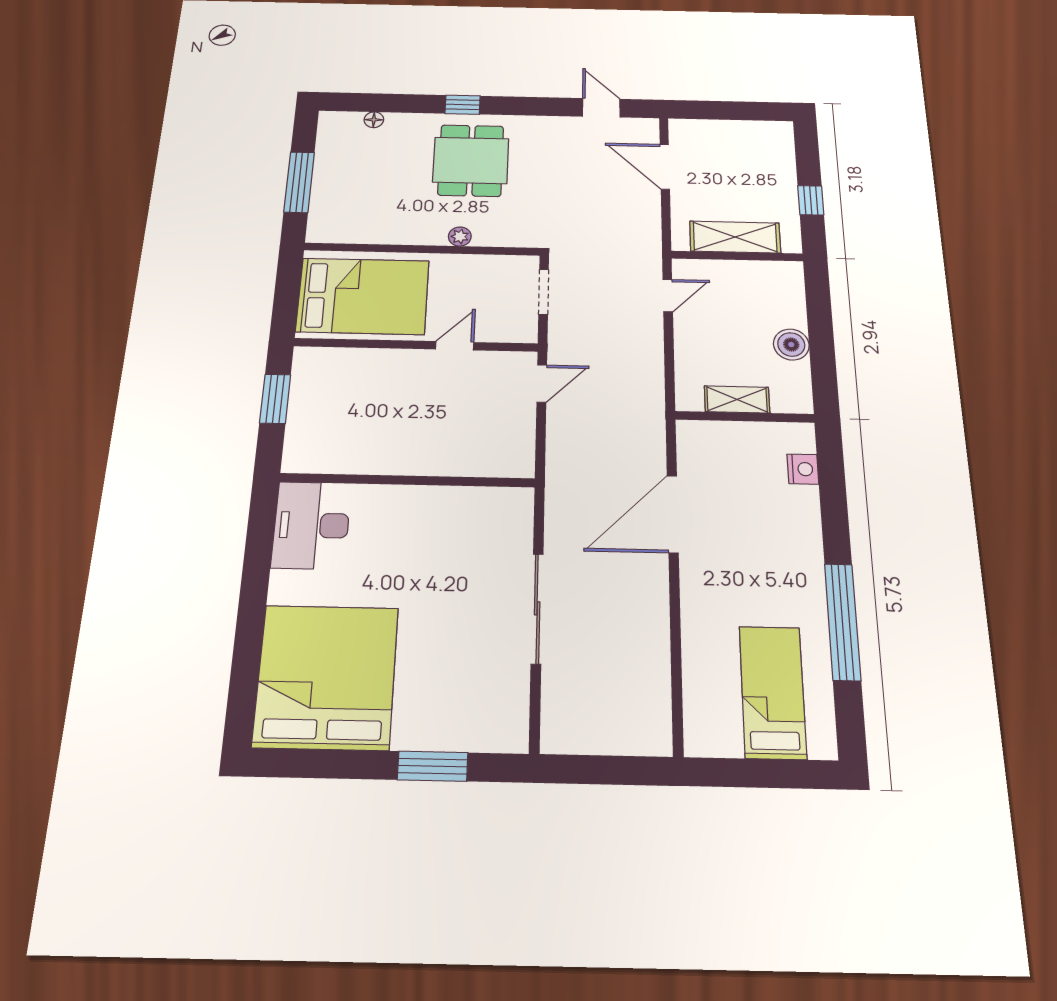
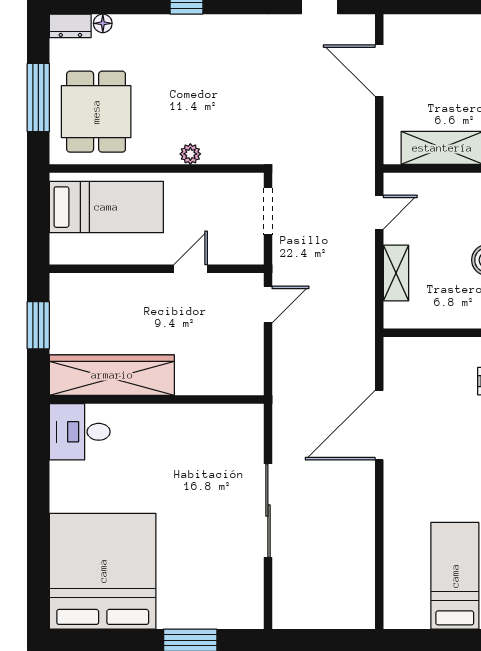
dresser: (340, 121) -> (70, 26), added
dining table: (471, 160) -> (96, 112), moved
bed: (363, 296) -> (106, 207), width x0.67
shelving: (737, 399) -> (396, 273), moved, turned 90
wardrobe: (356, 453) -> (112, 375), added
desk: (311, 525) -> (80, 432), width x0.73

